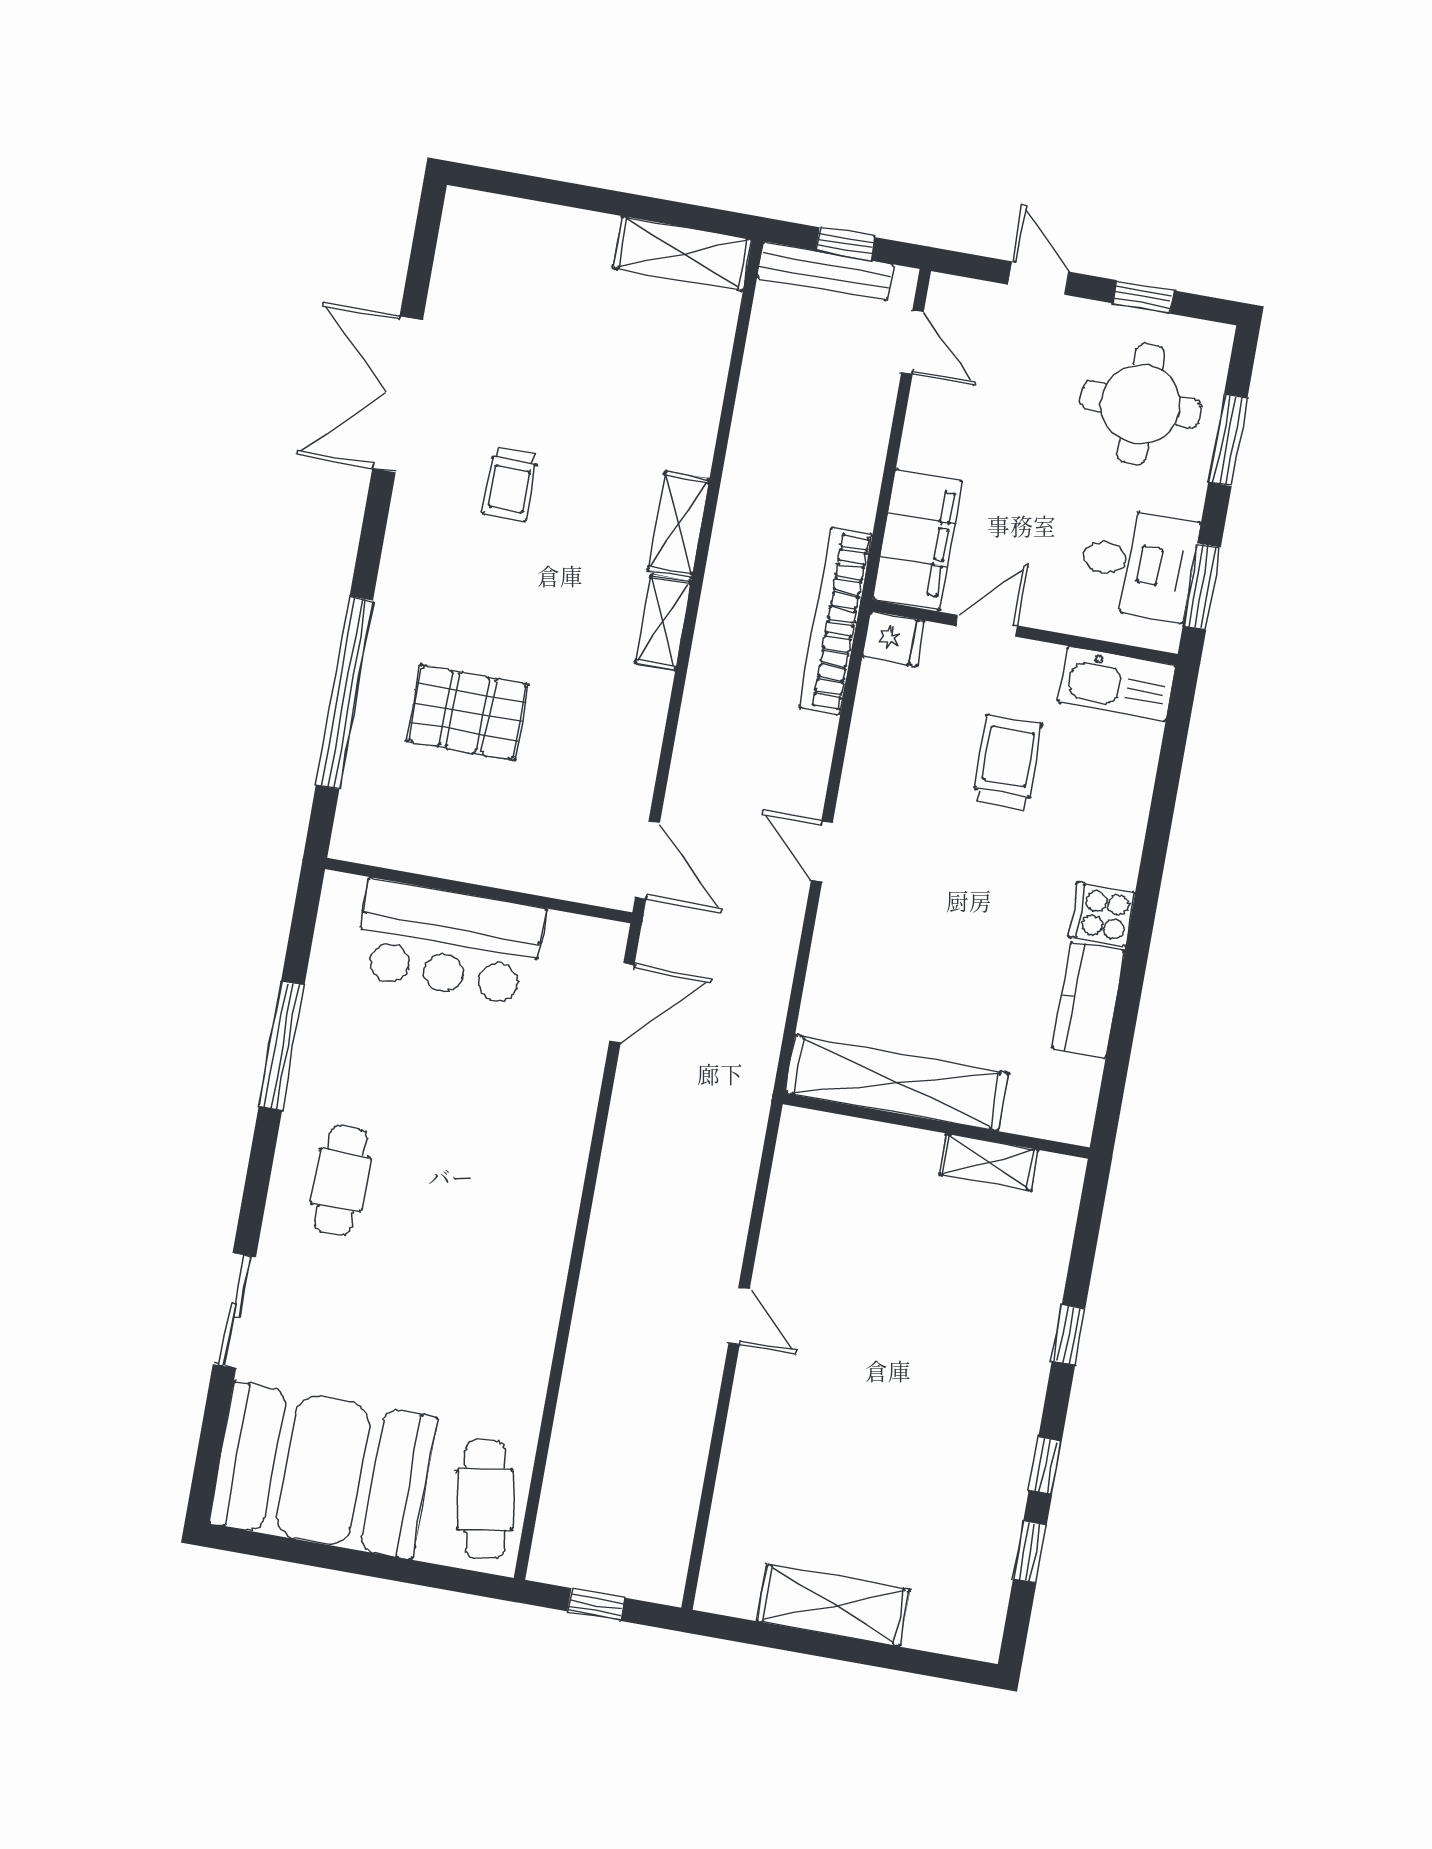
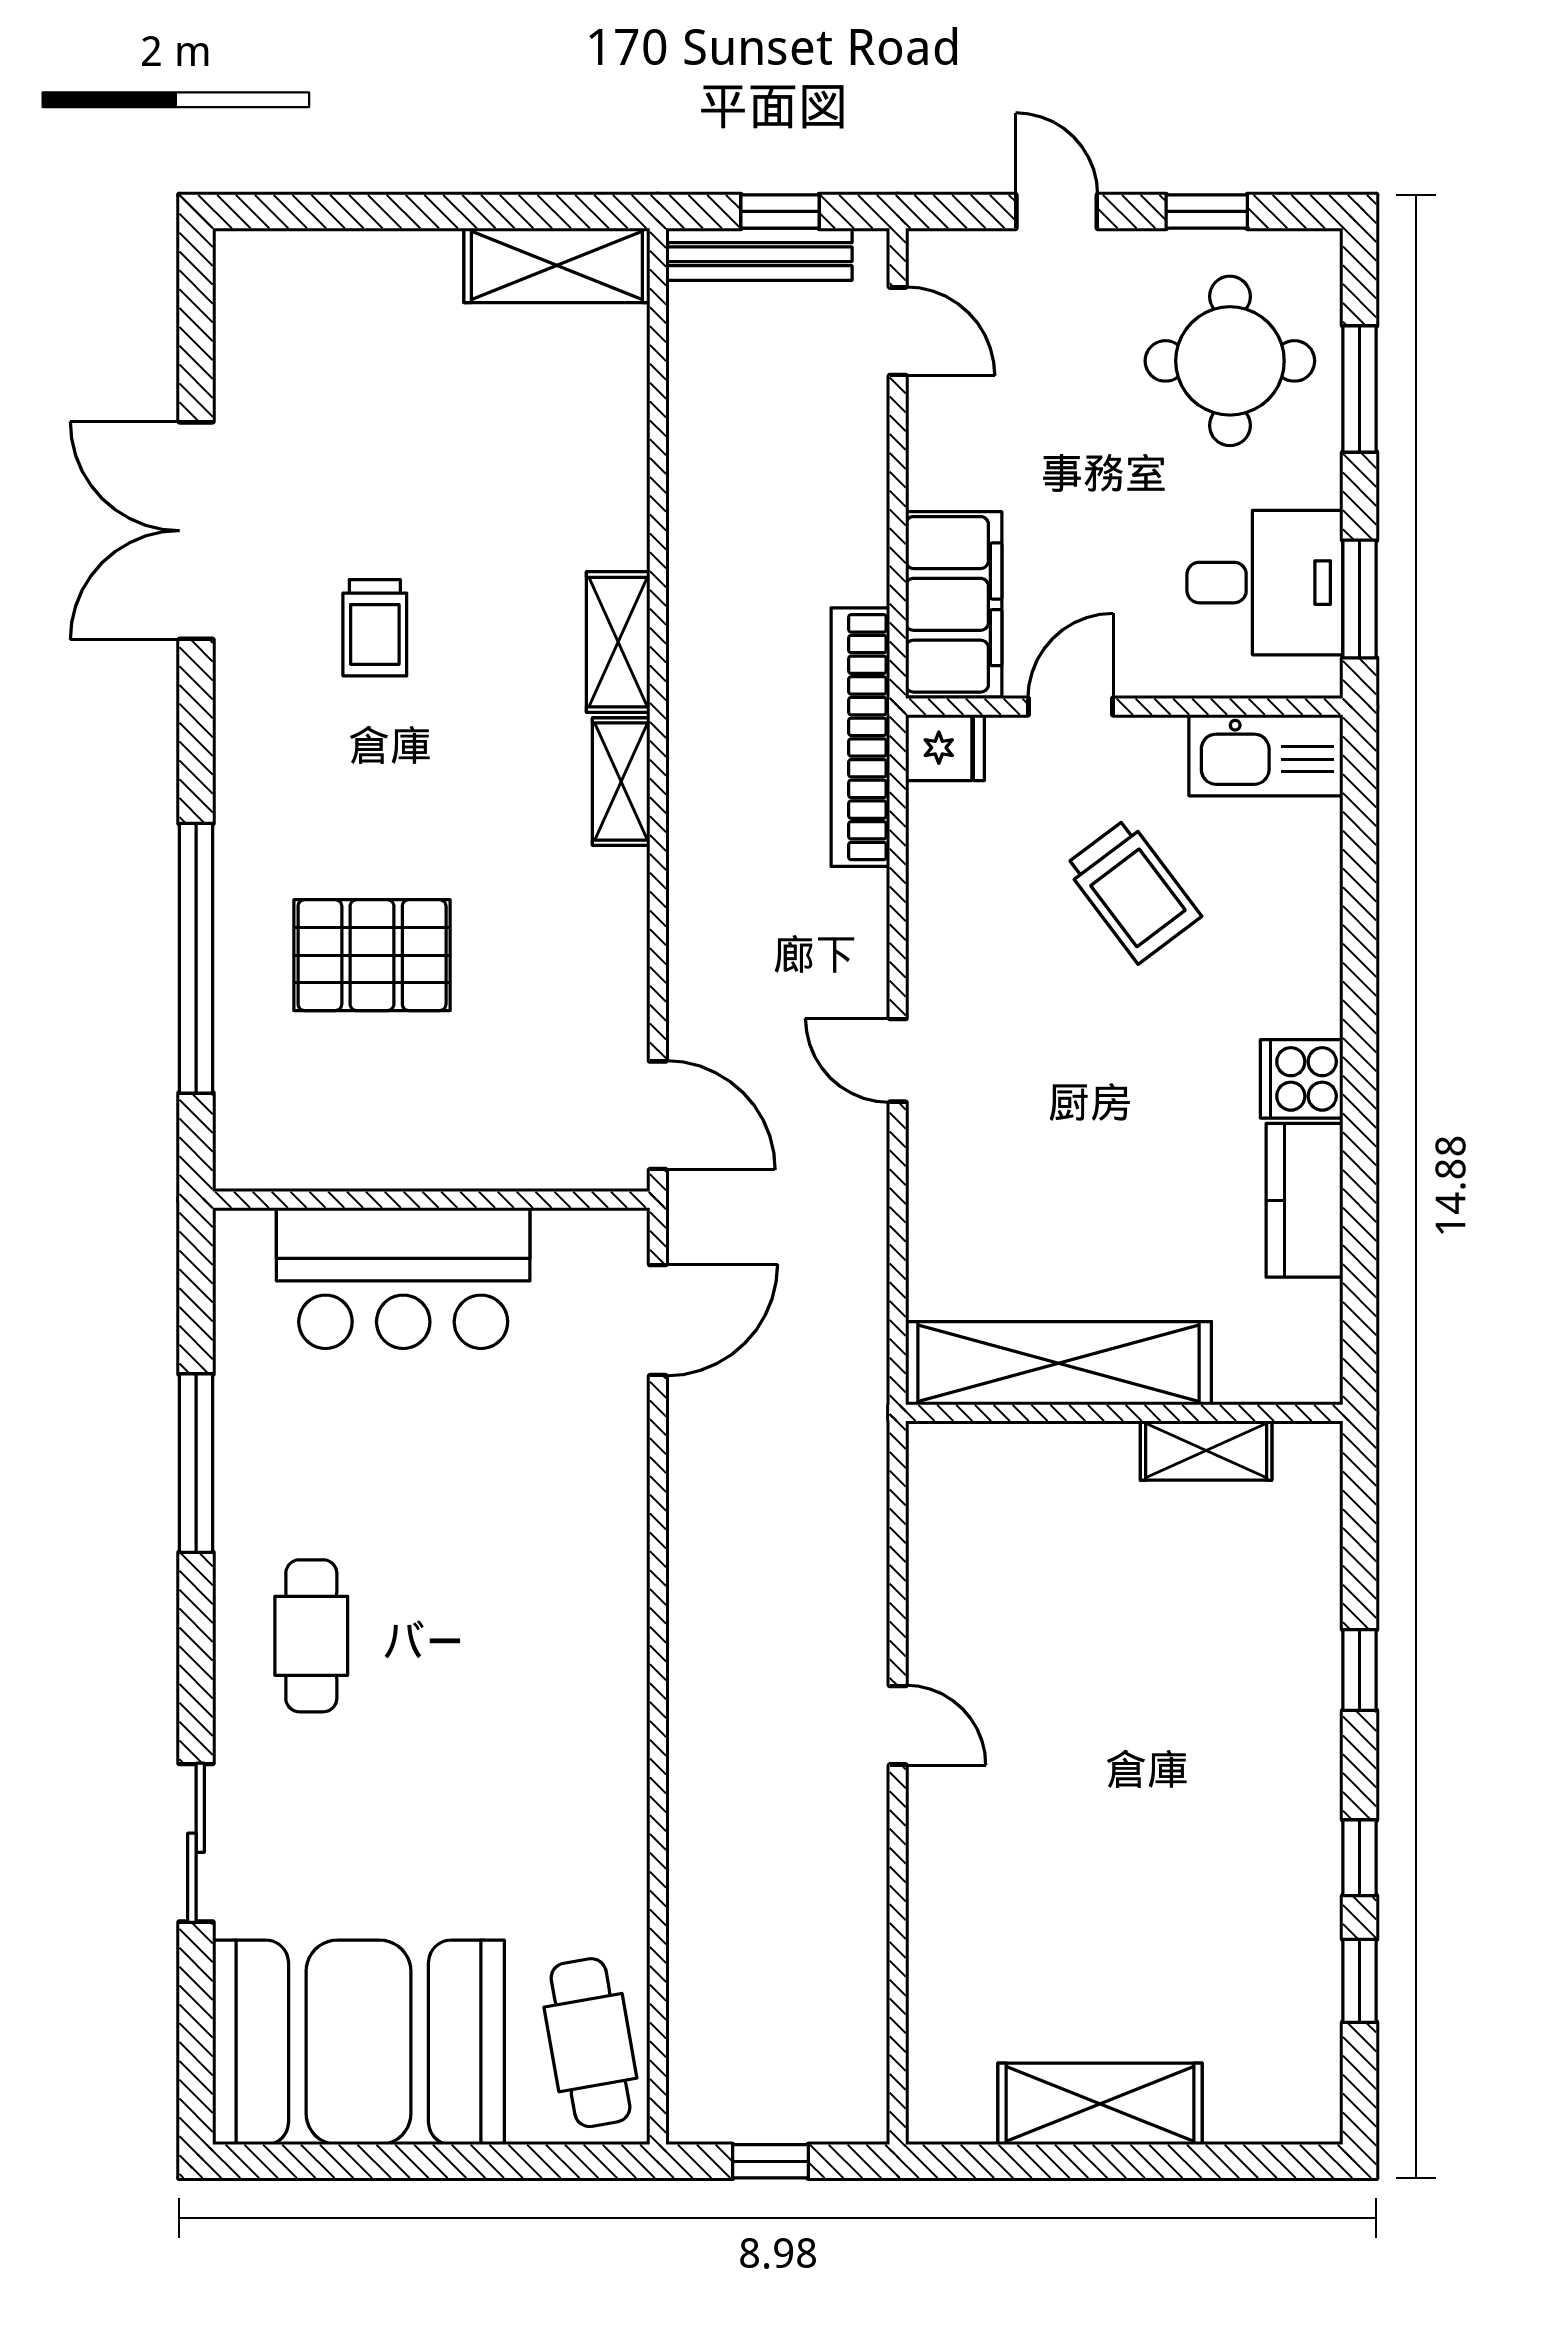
trolley: (1007, 762) -> (1133, 891), turned 143

